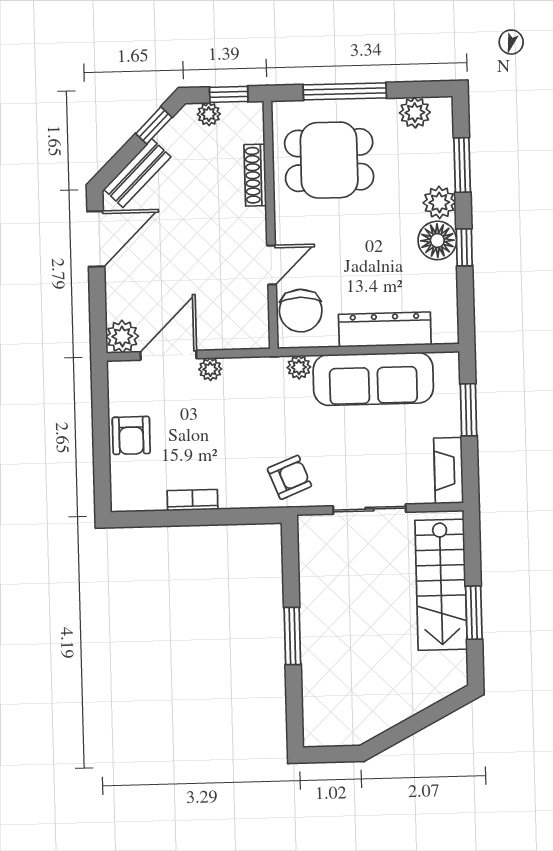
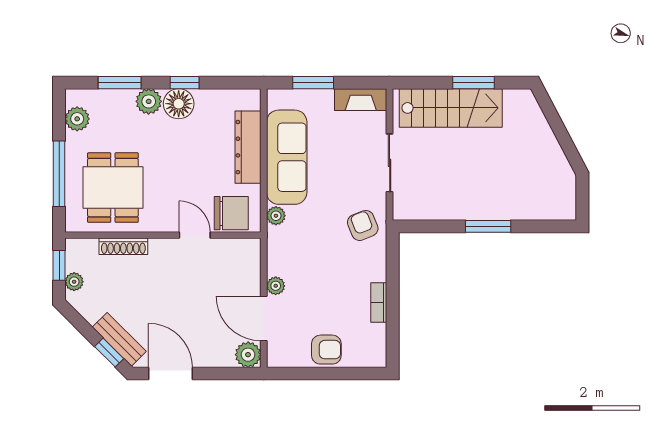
window: (154, 125) -> (109, 353), moved

